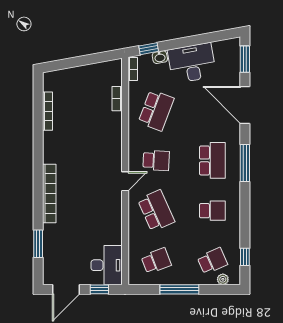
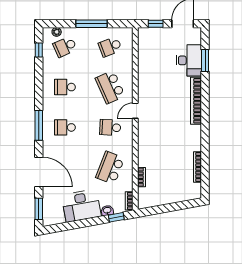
school desk: (212, 160) -> (65, 127), width x0.54
desk: (107, 265) -> (189, 60), moved, turned 180

